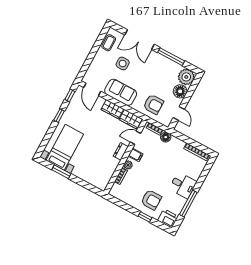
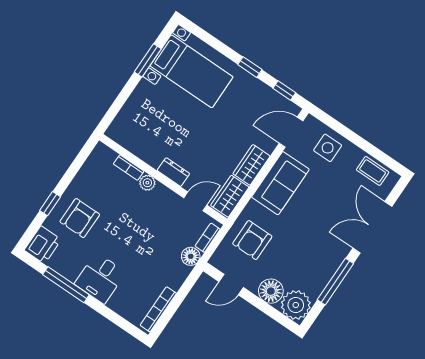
side table: (123, 63) -> (328, 148), moved
door: (136, 138) -> (195, 201), hinge flipped
filing cabinet: (136, 155) -> (164, 198), removed

